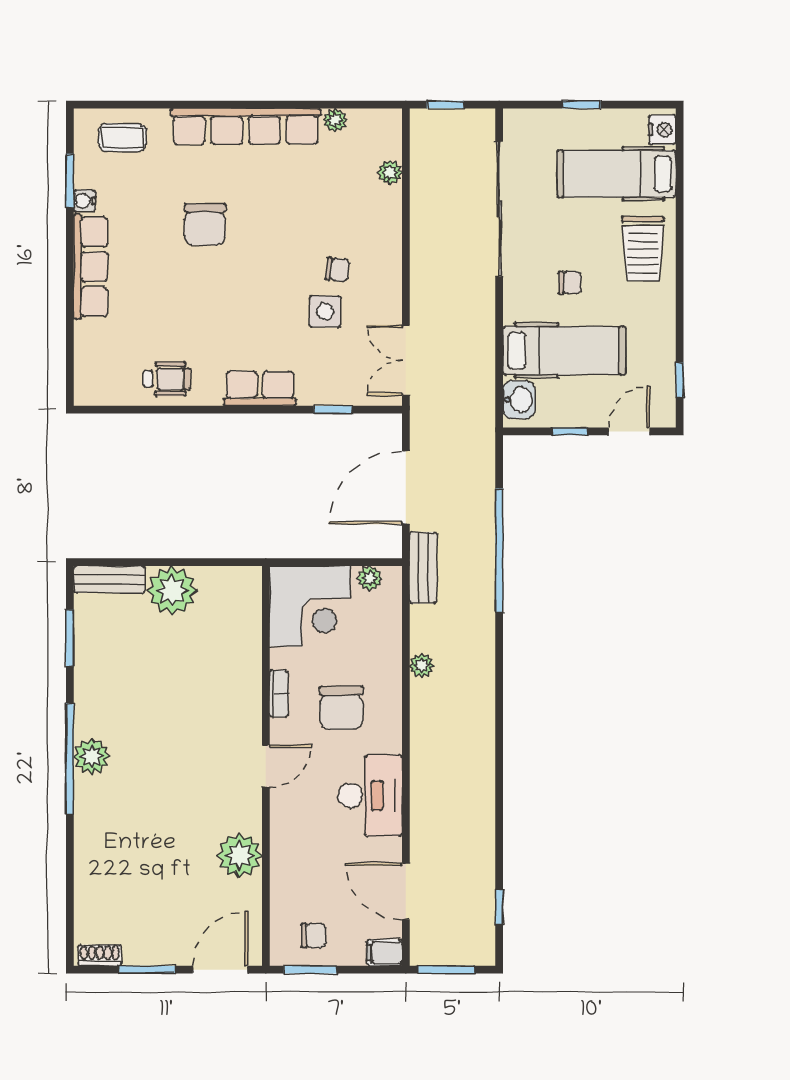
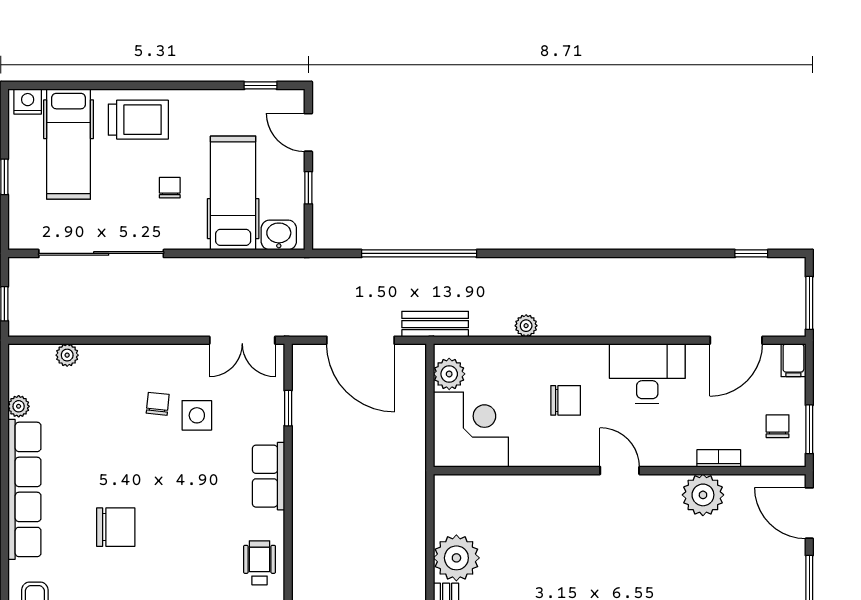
plant: (370, 578) -> (449, 374), width x1.38, depth x1.38
bookcase: (279, 694) -> (719, 458), moved
chair: (341, 708) -> (566, 400), width x0.73, depth x0.73

